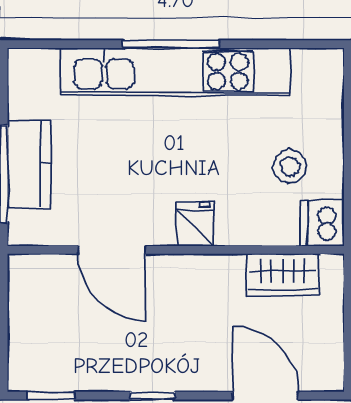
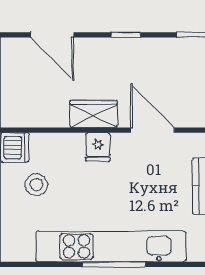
wardrobe: (283, 275) -> (94, 114), moved

